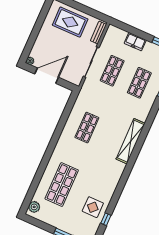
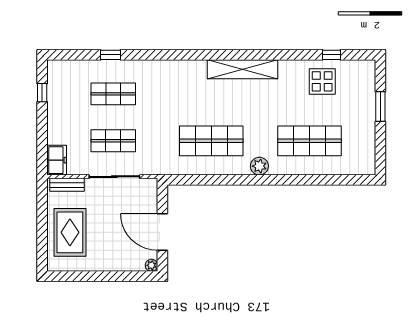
freezer: (135, 42) -> (57, 160), moved
shop shelf: (87, 128) -> (211, 141), width x1.43, depth x1.36
shelving: (131, 141) -> (243, 69), moved
plant: (34, 207) -> (259, 166), moved

